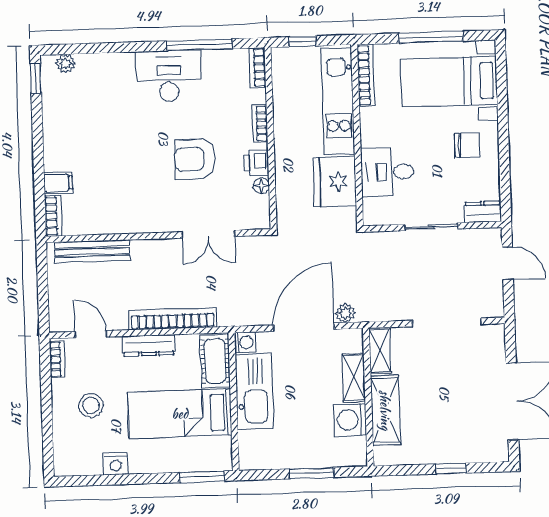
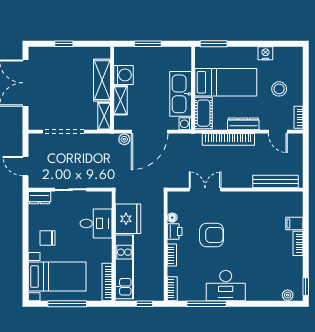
bookcase: (53, 216) -> (298, 243), moved

